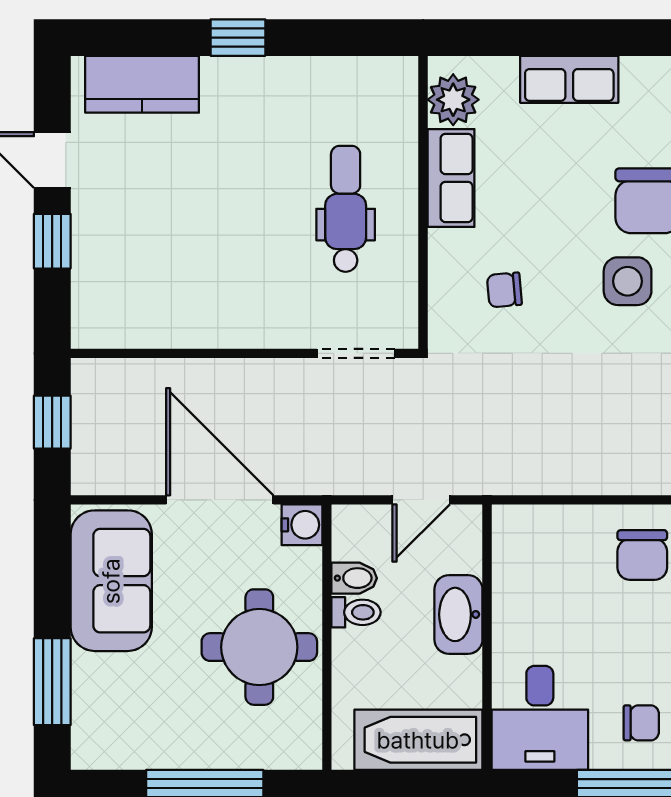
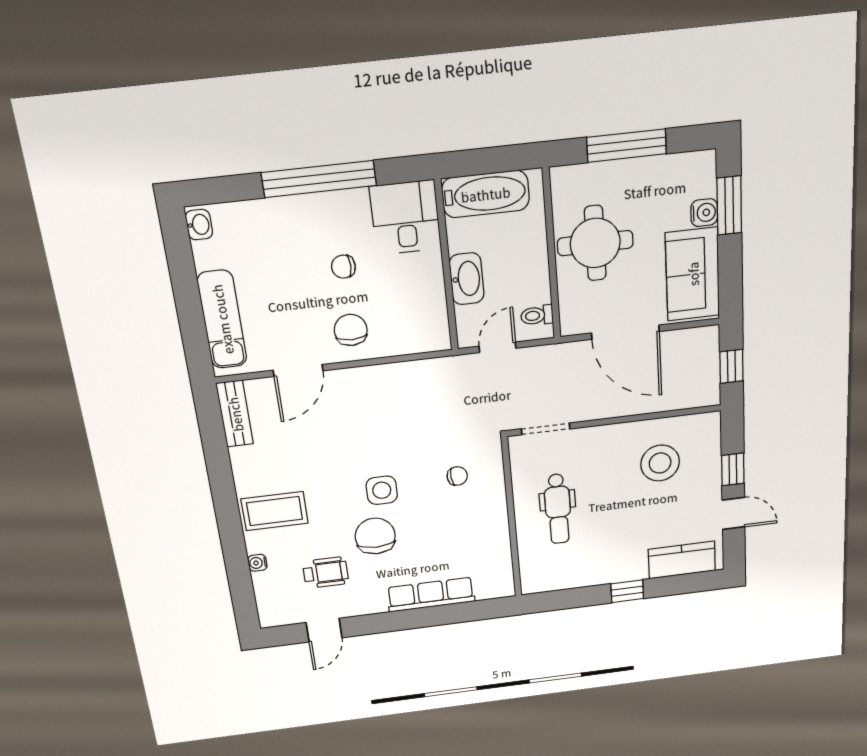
row of seats: (569, 79) -> (431, 595), width x1.48
plant: (453, 100) -> (499, 575), removed
row of seats: (451, 178) -> (496, 533), removed
stool: (173, 269) -> (660, 463), added
water cooler: (302, 525) -> (704, 213), moved, turned 180
bidet: (354, 578) -> (536, 294), removed
toilet: (356, 612) -> (537, 315), moved
chair: (641, 723) -> (343, 267), moved

